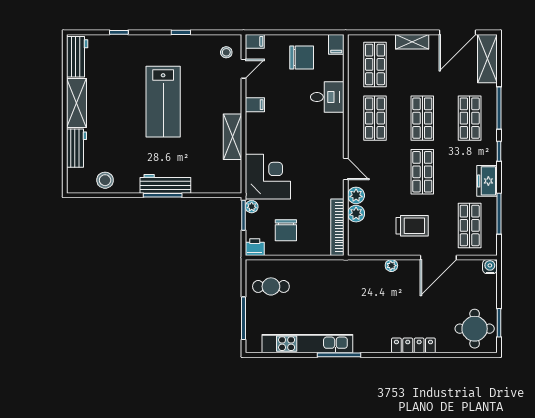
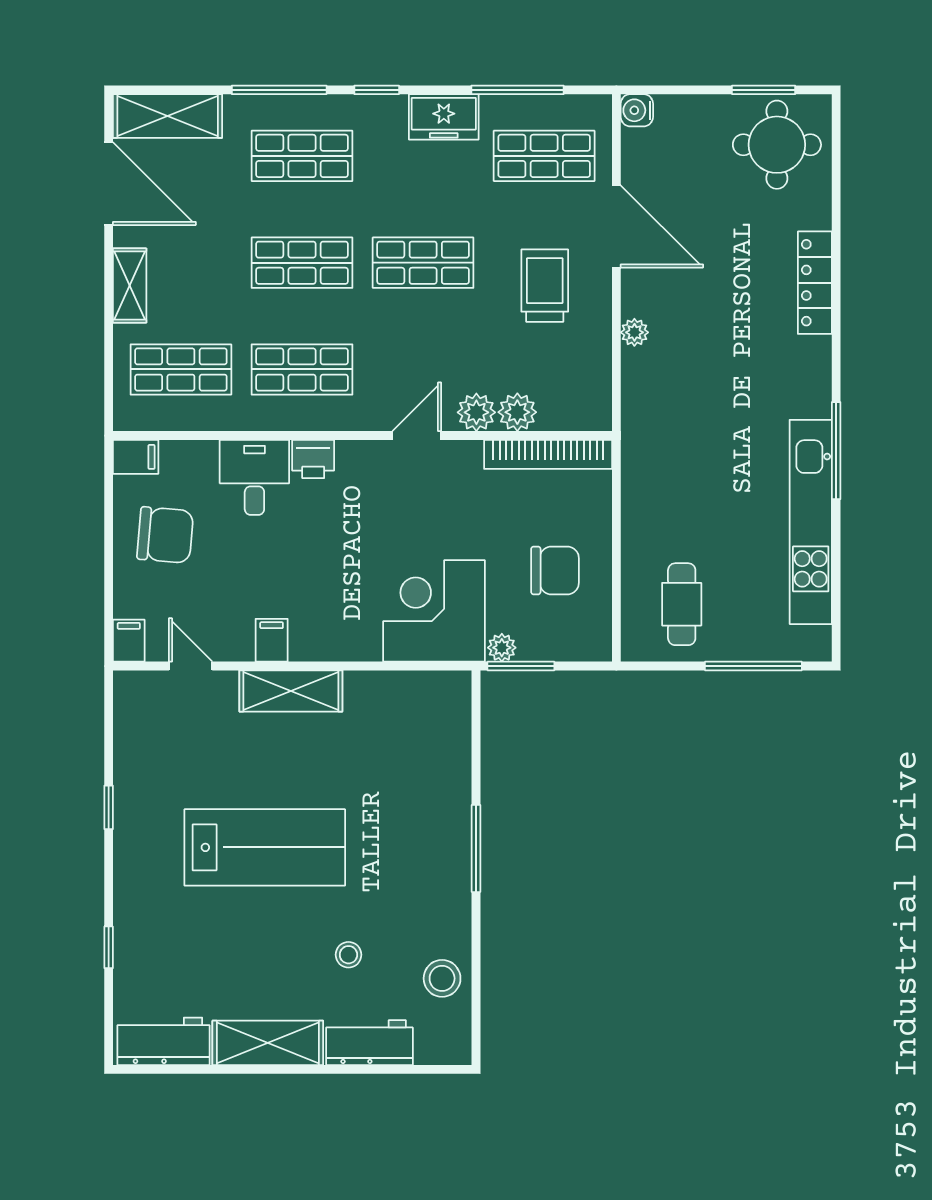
stool: (226, 52) -> (348, 955), moved
chair: (302, 57) -> (165, 535), turned 95
shelving: (232, 137) -> (291, 691), moved
workbench: (165, 184) -> (450, 842), removed
printer: (255, 247) -> (313, 459), moved, turned -90

